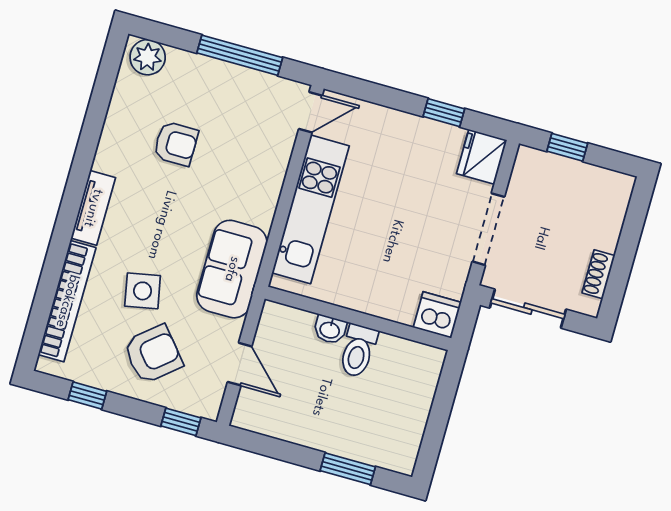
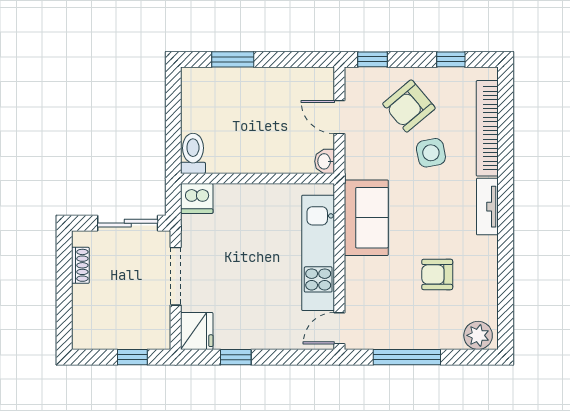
sofa: (232, 269) -> (366, 218), moved
washbasin: (330, 330) -> (325, 161), moved, turned -90
toilet: (358, 351) -> (193, 153), moved

